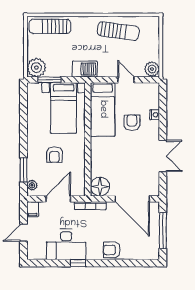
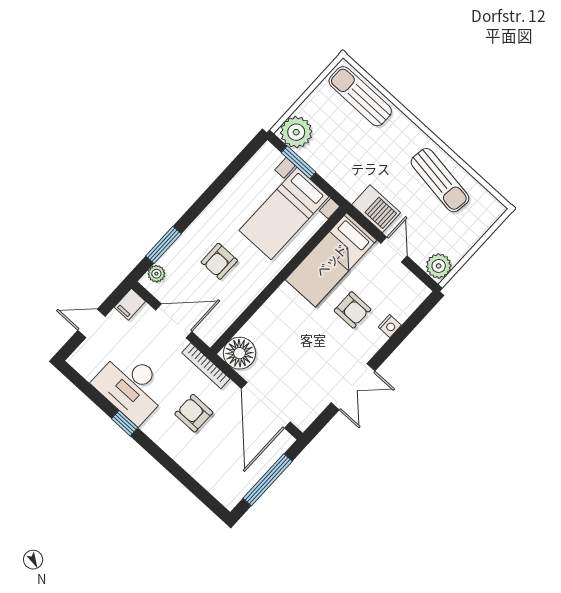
barbecue: (85, 69) -> (376, 209), moved
armchair: (132, 123) -> (352, 310), turned 90
armchair: (112, 250) -> (194, 413), moved

